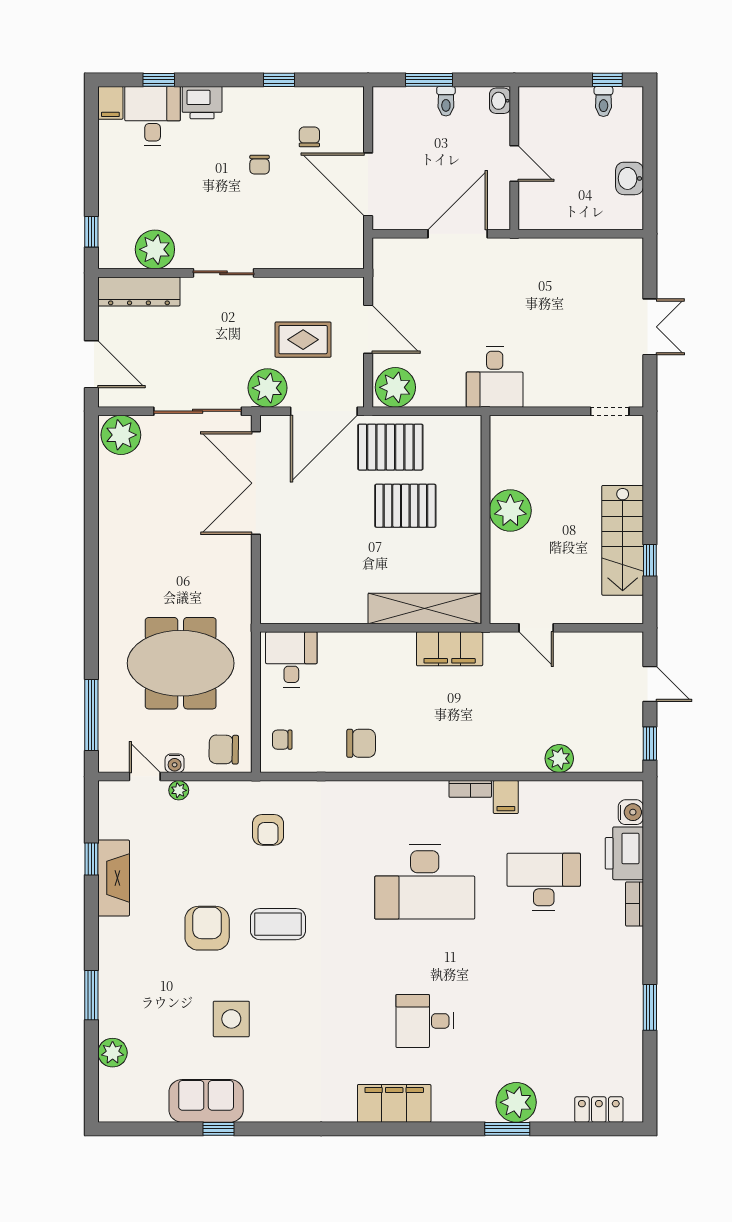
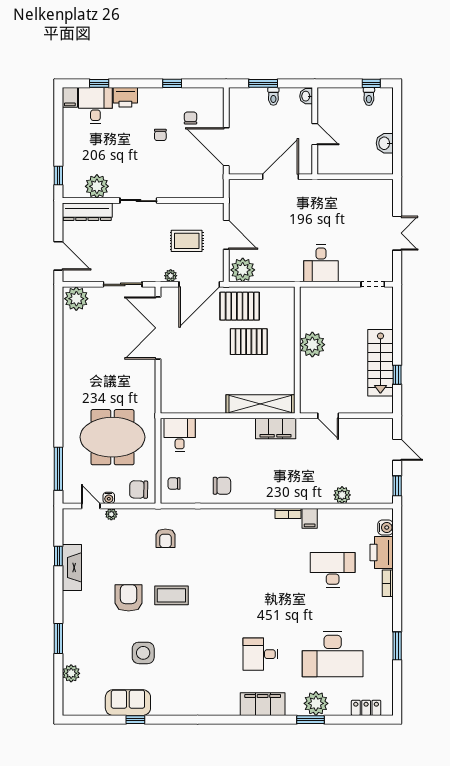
desk: (495, 377) -> (321, 263), moved
plant: (268, 388) -> (171, 276), width x0.53, depth x0.53
sliding door: (198, 411) -> (123, 284), width x0.73
desk: (425, 882) -> (333, 654), moved
filing cabinet: (394, 1103) -> (263, 704), moved

